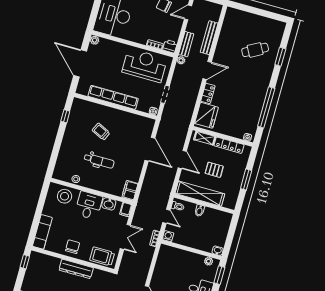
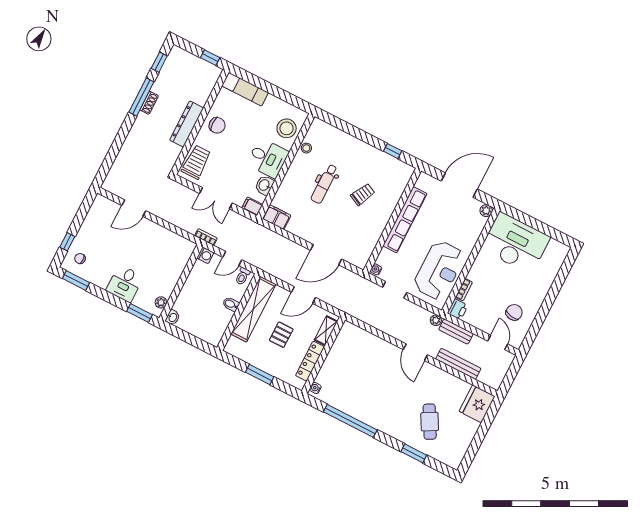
locker: (208, 93) -> (385, 347), removed
fridge: (206, 115) -> (477, 404), moved, turned 90

